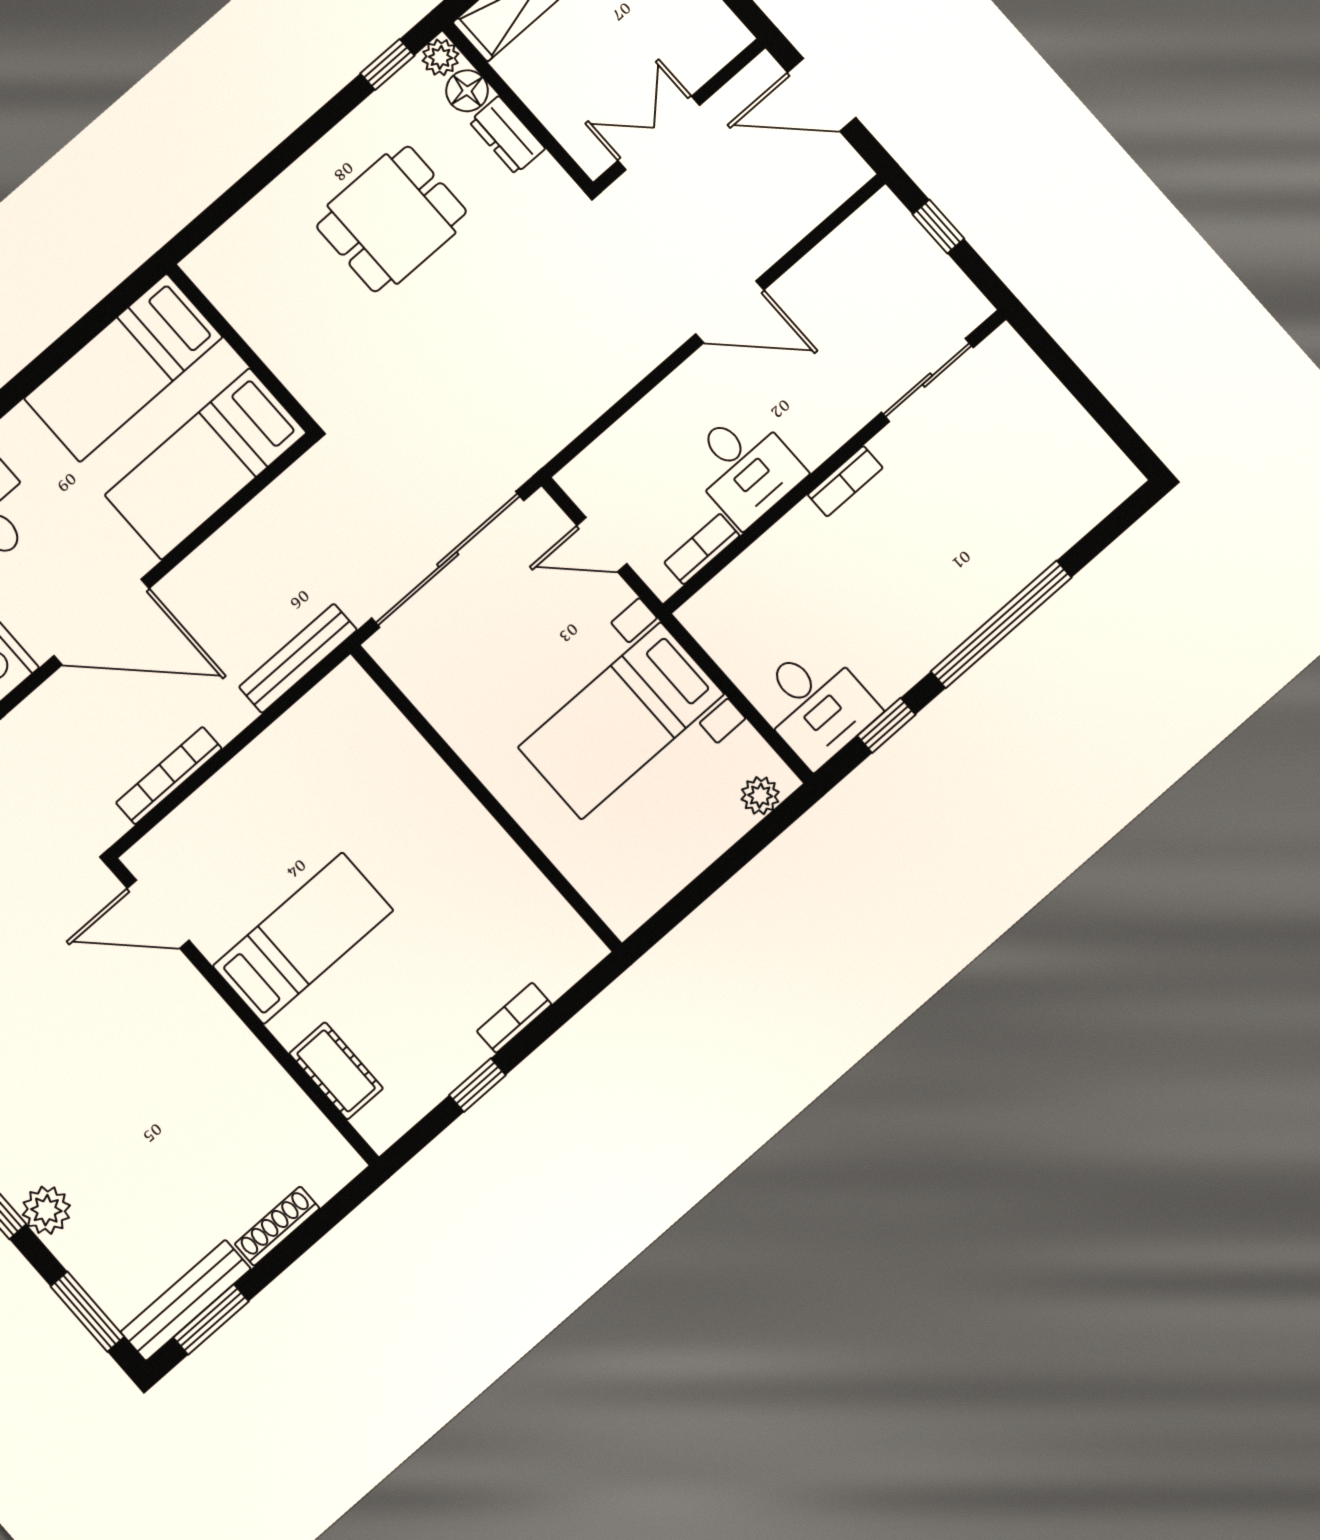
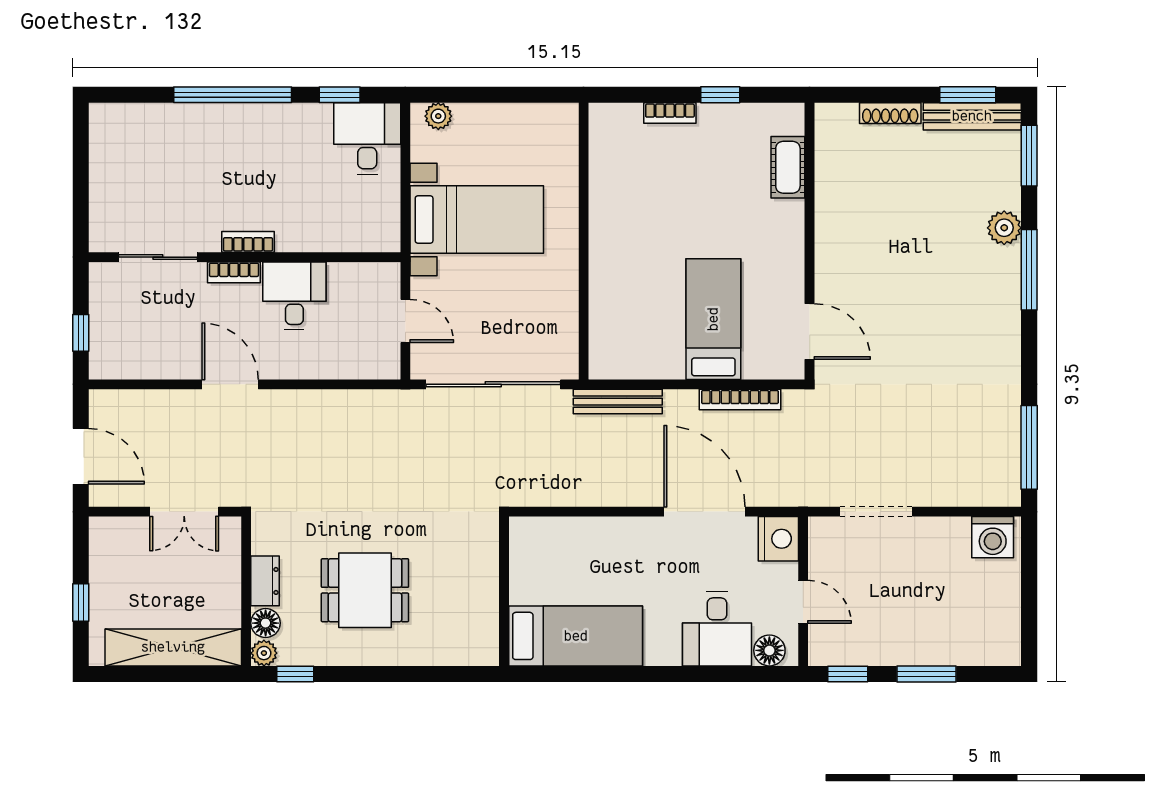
bed: (206, 464) -> (577, 547), removed
bookcase: (702, 549) -> (234, 272), moved
bed: (303, 938) -> (713, 319), moved, turned 90

